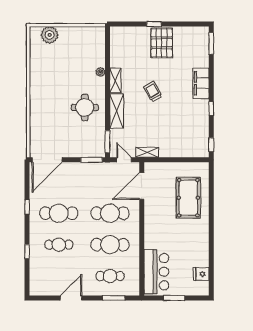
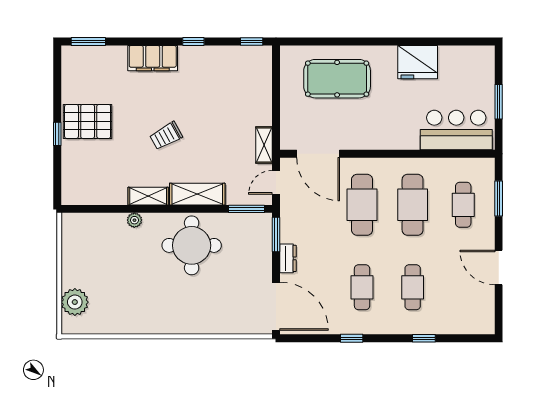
round table: (85, 107) -> (192, 245), width x1.36, depth x1.36
dresser: (77, 167) -> (288, 258), added
cafe table: (59, 213) -> (362, 287), width x0.73, depth x0.74
fridge: (201, 274) -> (418, 62), moved, width x1.88, depth x1.34

